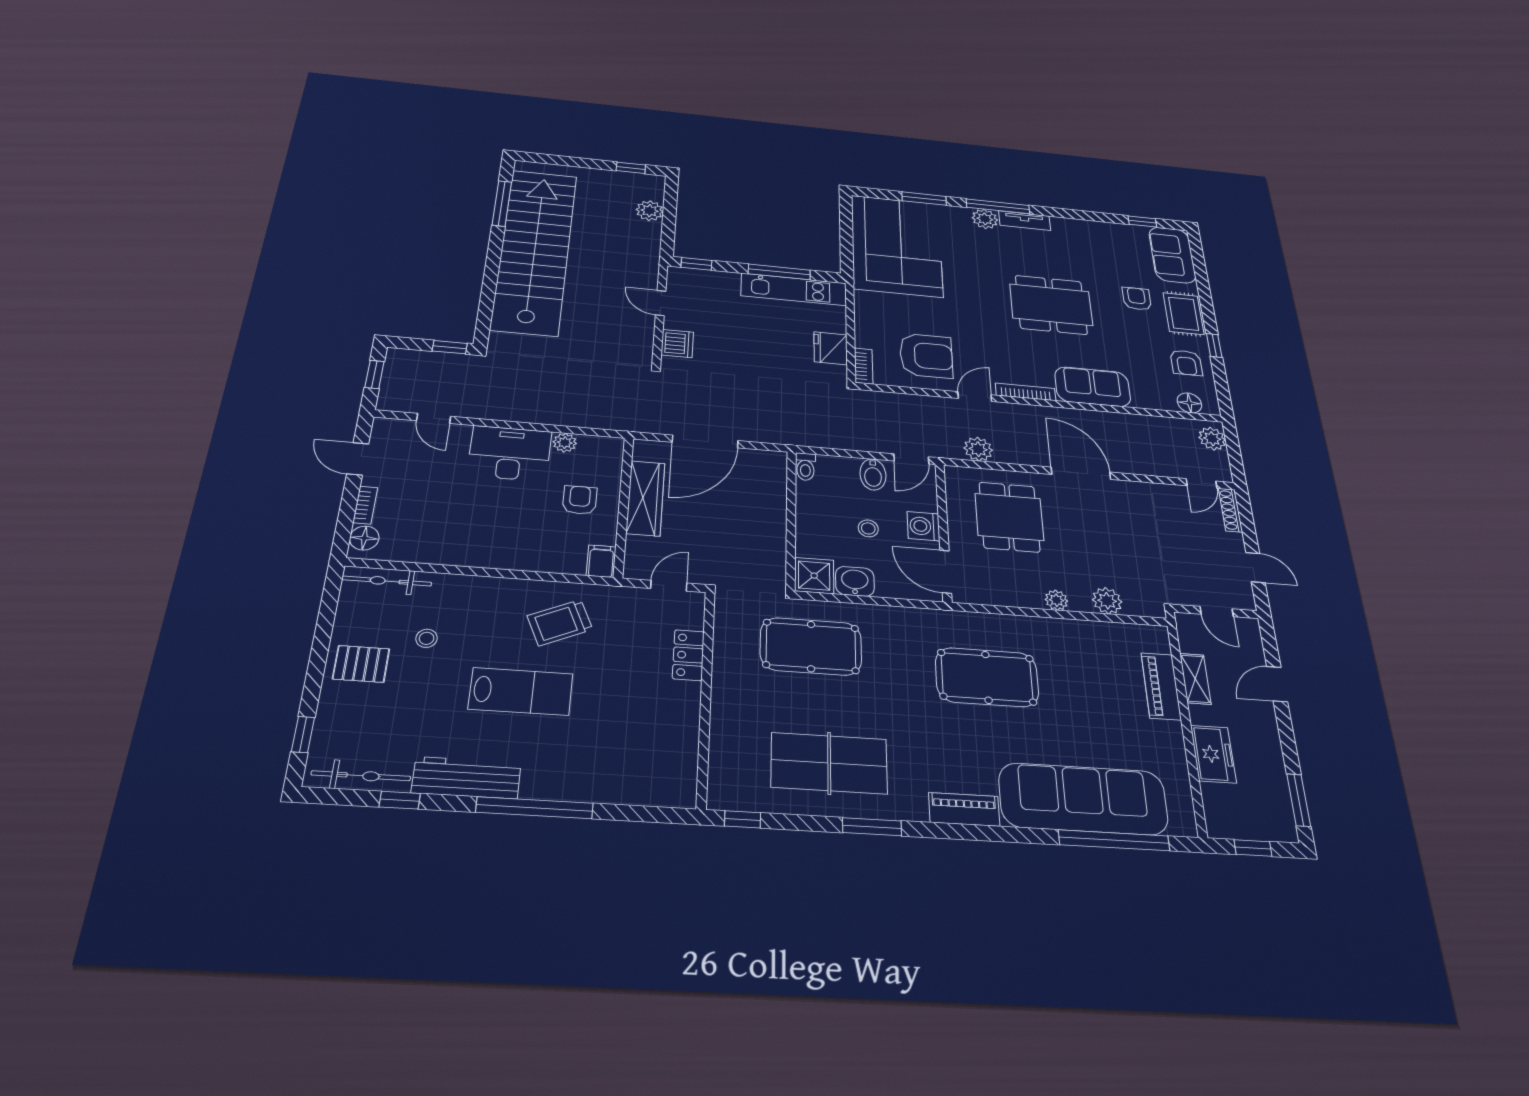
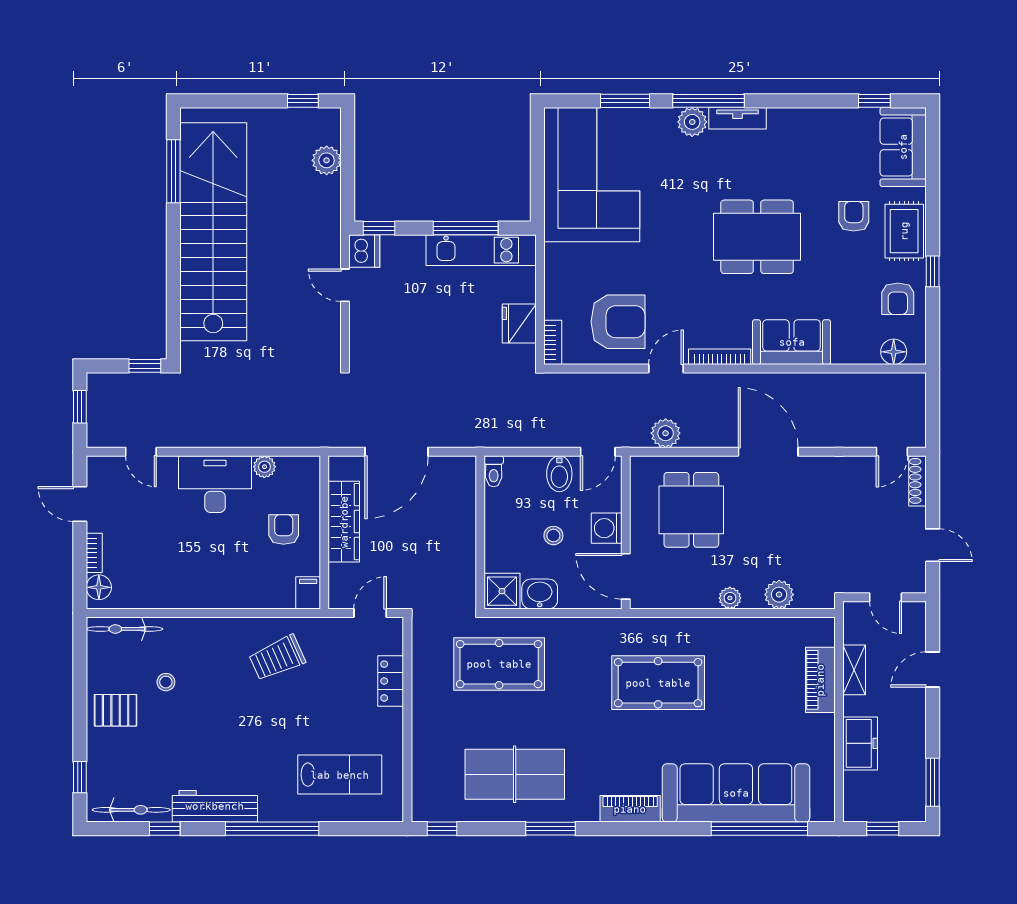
dishwasher: (677, 343) -> (364, 251), moved
plant: (1212, 439) -> (912, 395), removed
lab bench: (521, 691) -> (340, 775), moved

